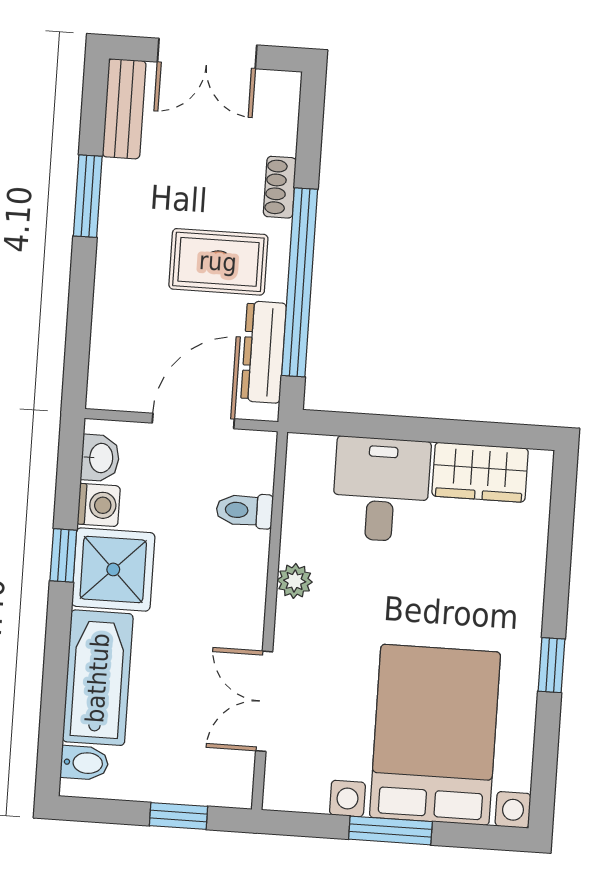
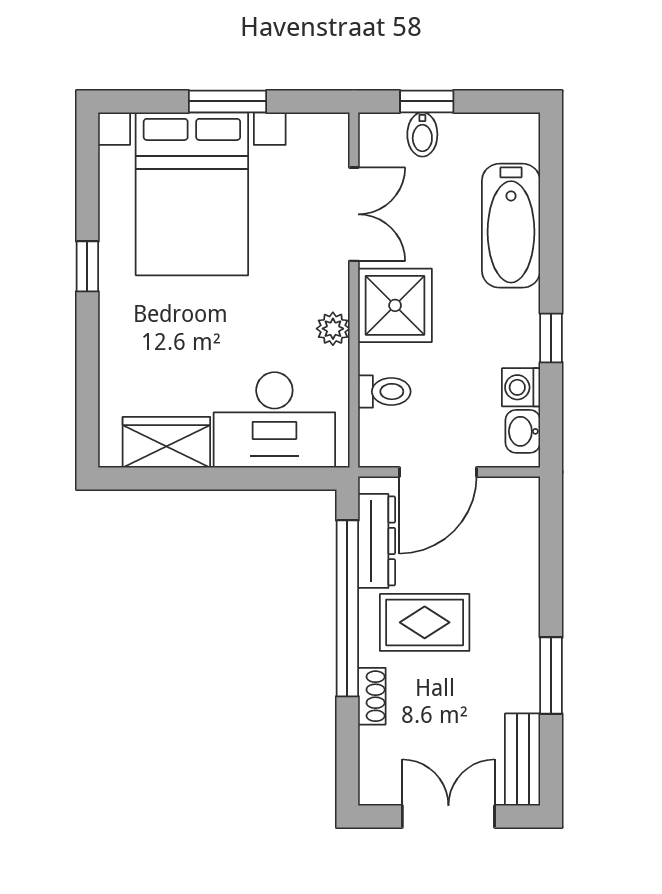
desk: (381, 489) -> (274, 420), width x1.37
shower: (113, 569) -> (395, 305), moved
bidet: (84, 763) -> (422, 134), moved, turned -90

